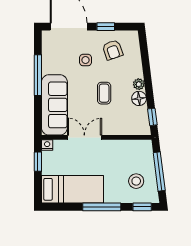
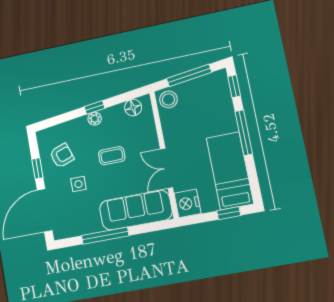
floor lamp: (139, 98) -> (133, 108), moved
window: (152, 117) -> (95, 107), moved
nightstand: (47, 145) -> (187, 203), width x1.89, depth x1.79
window: (38, 162) -> (229, 213), moved
stool: (136, 181) -> (168, 99), moved

